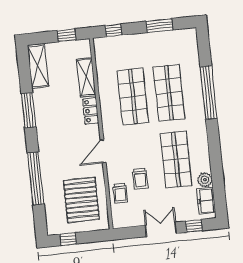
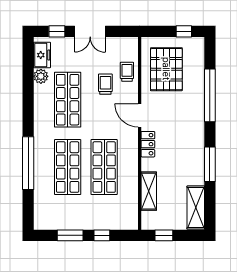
window: (113, 30) -> (102, 235), moved
locker: (91, 111) -> (148, 144), moved
door: (103, 151) -> (140, 115), swing flipped

